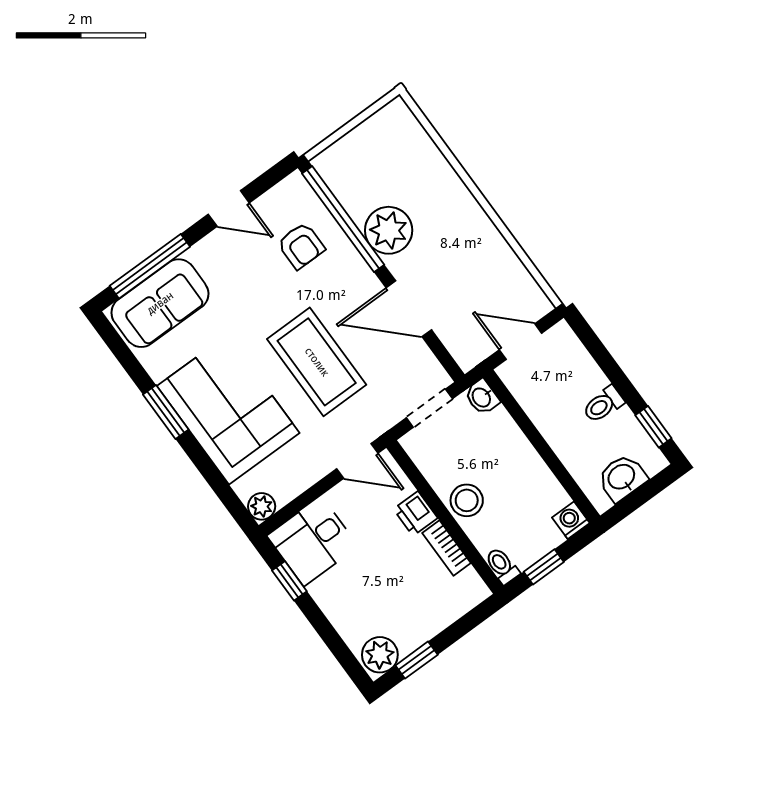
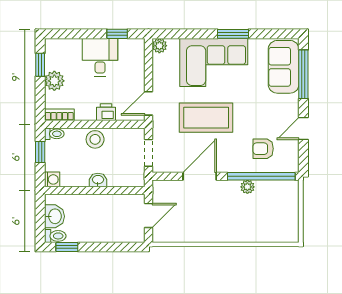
plant: (389, 230) -> (247, 187), width x0.53, depth x0.53
washbasin: (482, 397) -> (98, 180), moved
toilet: (603, 404) -> (55, 236), moved, turned 90
desk: (313, 541) -> (100, 57), moved
bookcase: (446, 548) -> (59, 115), moved
plant: (380, 655) -> (54, 81), moved

